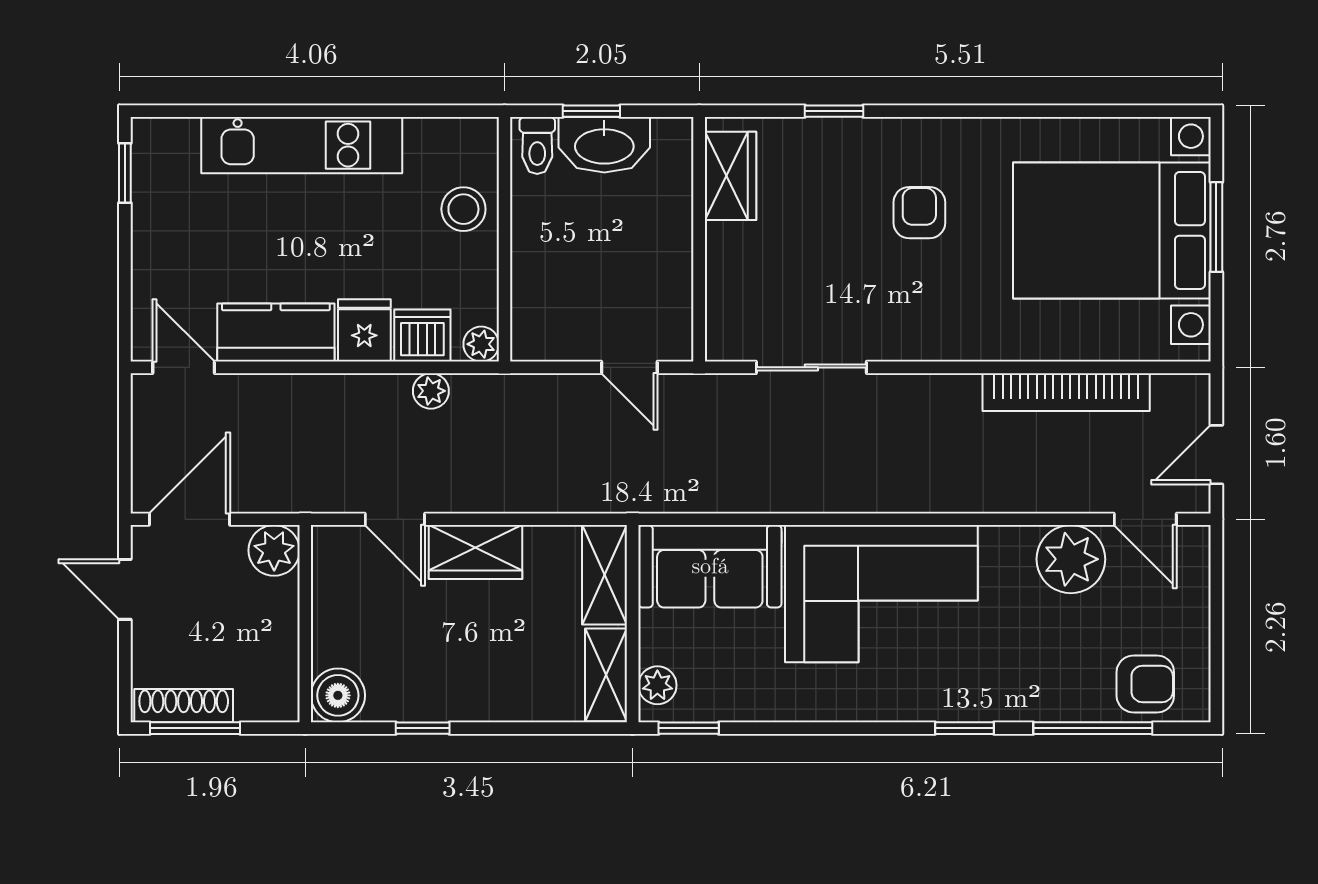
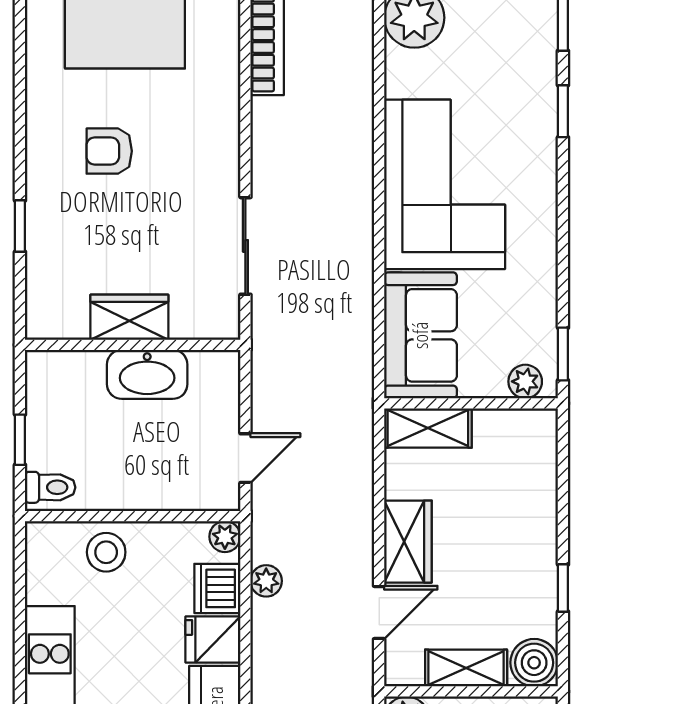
washbasin: (604, 145) -> (147, 374), moved, turned 90
wardrobe: (730, 176) -> (129, 317), moved
door: (629, 367) -> (245, 458), moved
shelving: (606, 675) -> (466, 668), moved

